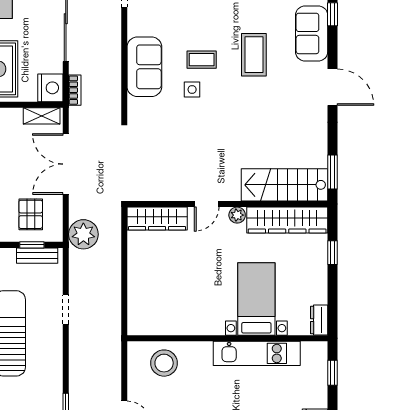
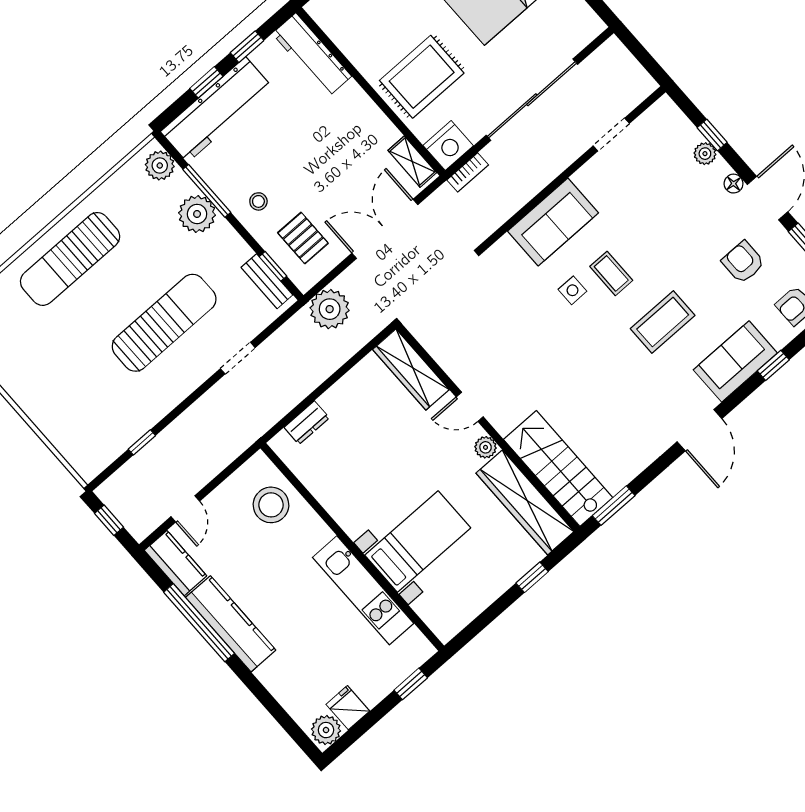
pallet: (31, 214) -> (303, 238), turned 90
dresser: (319, 320) -> (307, 423), moved, turned 180

